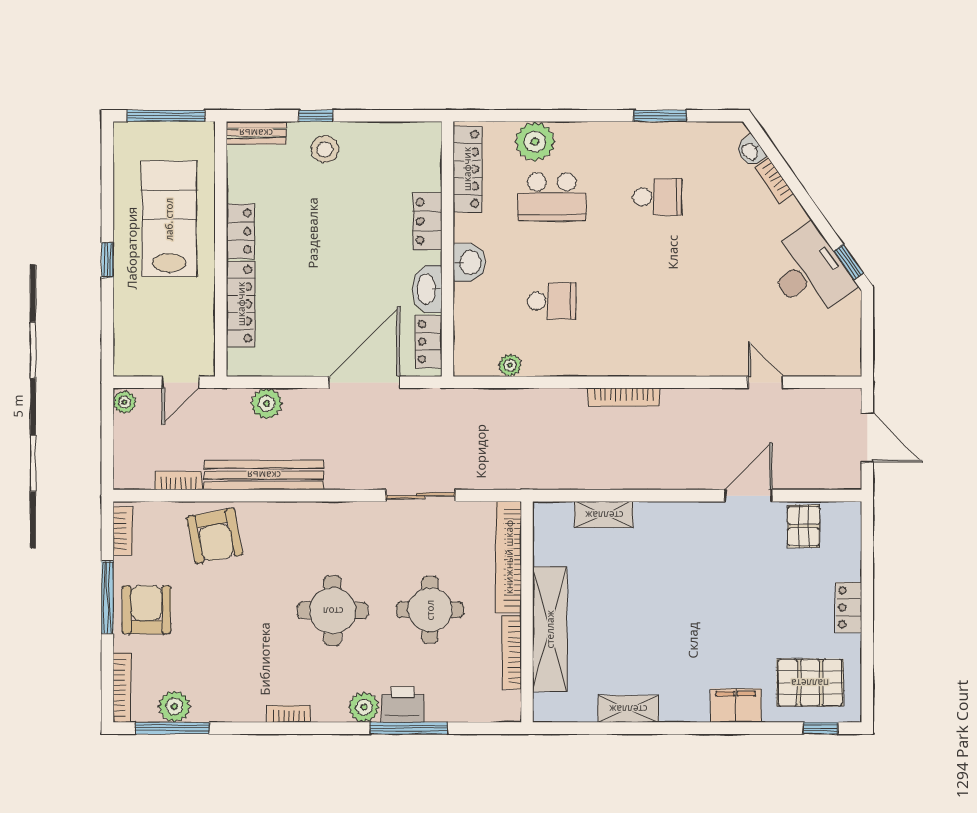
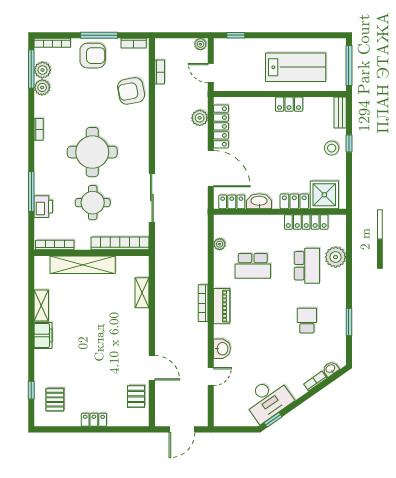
shower: (415, 163) -> (324, 195), added
locker: (467, 169) -> (306, 222), moved
school desk: (552, 197) -> (307, 266), turned 180
school desk: (657, 197) -> (307, 321), turned 180
window: (107, 260) -> (236, 35), moved
washbasin: (469, 262) -> (222, 349), moved, turned -90
school desk: (552, 301) -> (253, 266), width x1.85
locker: (241, 304) -> (221, 126), moved, turned -90
piano: (630, 361) -> (222, 306), added
bench: (264, 475) -> (163, 116), removed
sliding door: (420, 496) -> (152, 198), width x1.37
pallet: (804, 526) -> (136, 396), turned 90
round table: (333, 611) -> (92, 152), width x1.36, depth x1.36
bookcase: (512, 652) -> (55, 245), moved
pallet: (810, 683) -> (55, 400), width x0.67, depth x0.71
printer: (403, 705) -> (43, 207), moved
filing cabinet: (736, 706) -> (43, 335), moved
plant: (364, 707) -> (42, 87), moved
window: (821, 728) -> (31, 390), moved

